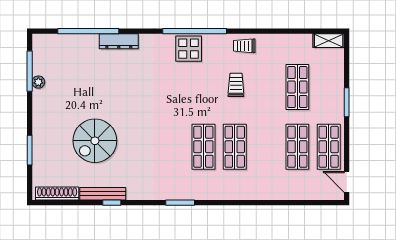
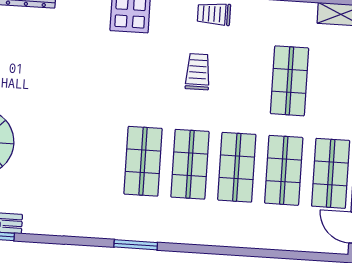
shop shelf: (266, 147) -> (237, 167), added
window: (180, 203) -> (136, 245), moved

